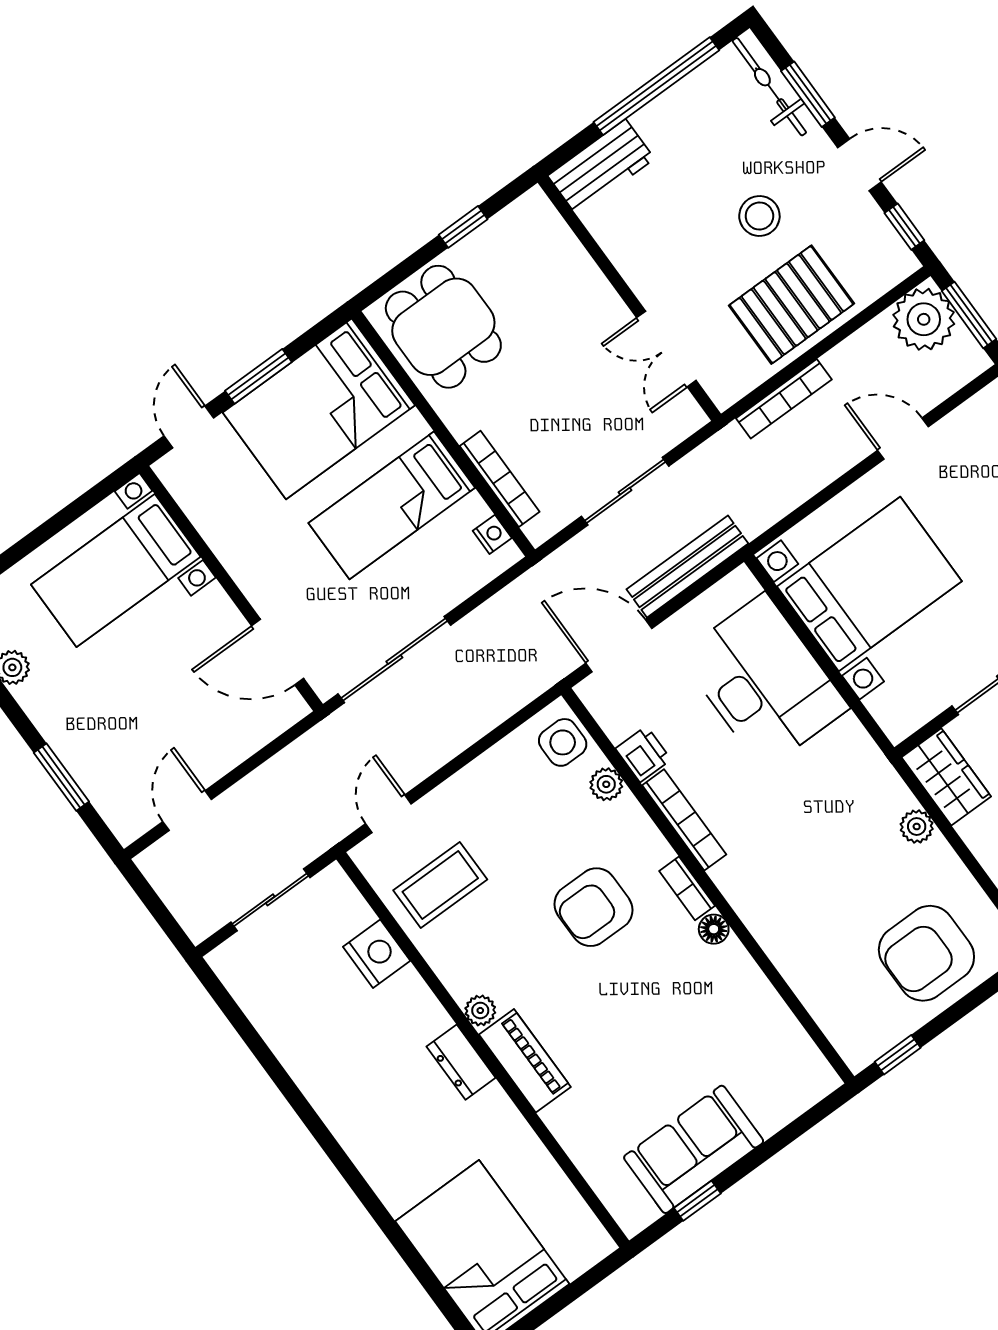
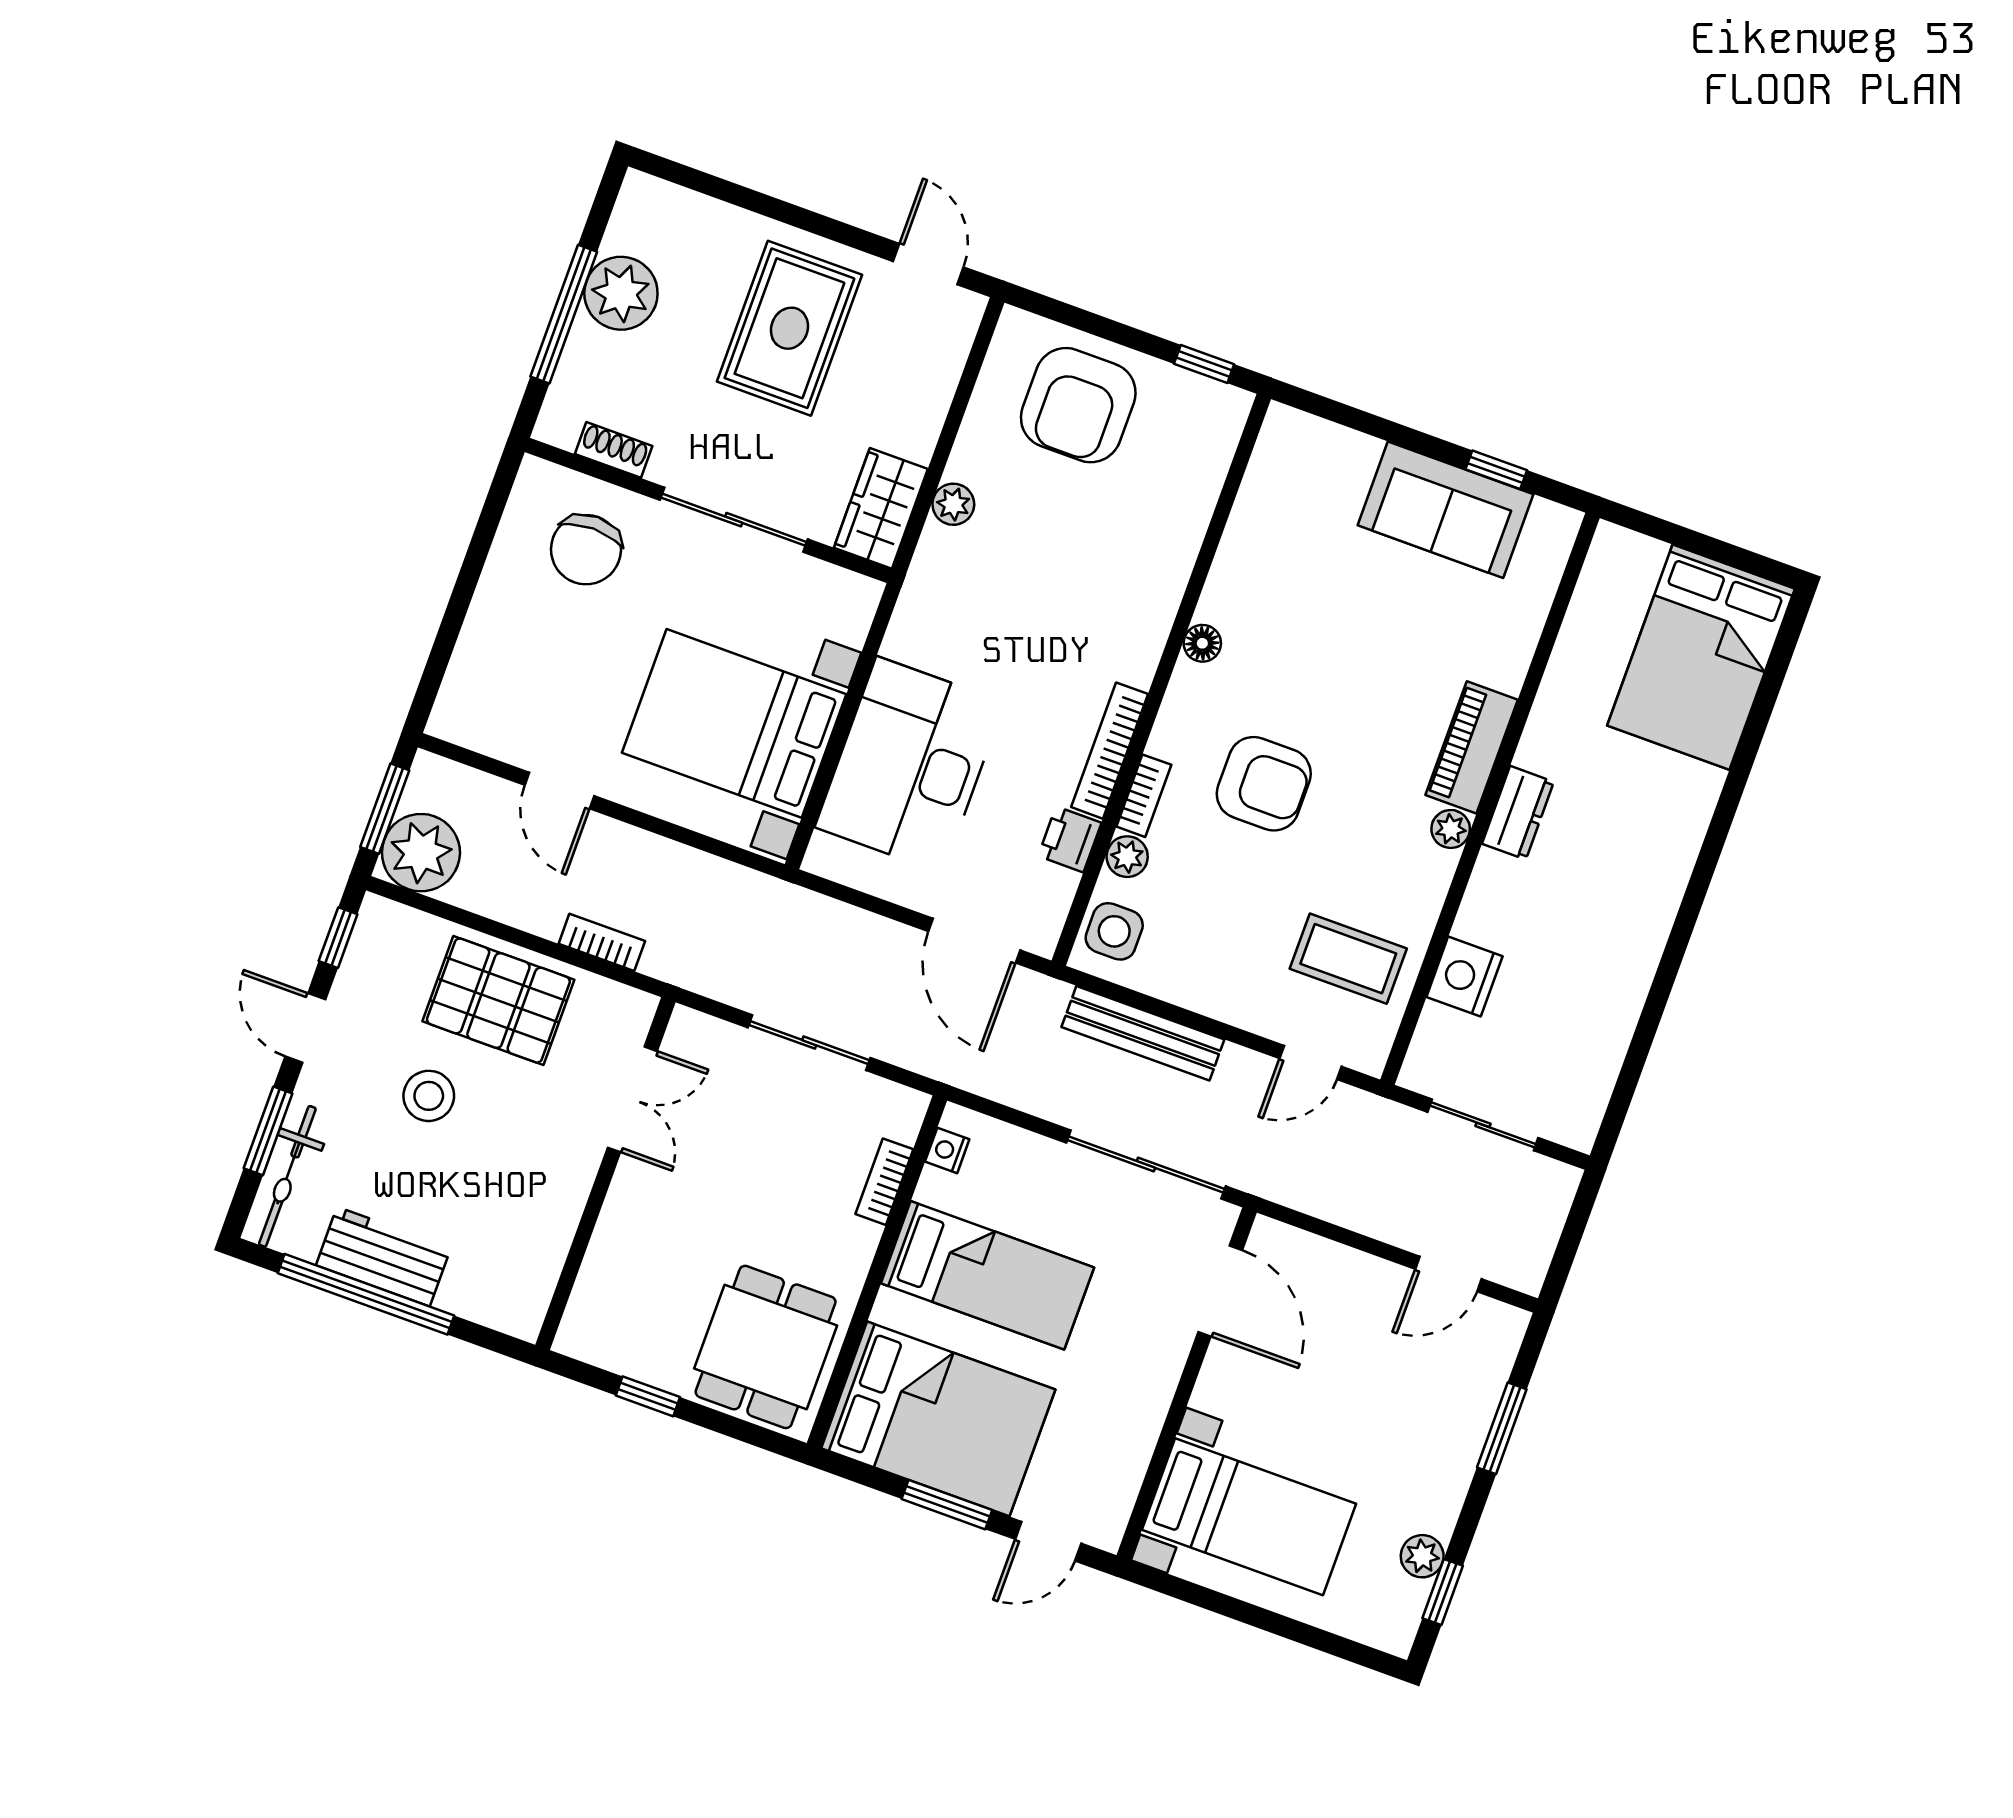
workbench: (601, 167) -> (383, 1257), moved
bookcase: (784, 399) -> (602, 942), width x0.64
bookcase: (500, 479) -> (884, 1182), width x0.64
bench: (687, 566) -> (1143, 1033), moved
bookcase: (687, 888) -> (1144, 796), moved
armchair: (926, 953) -> (1078, 405), turned 90

